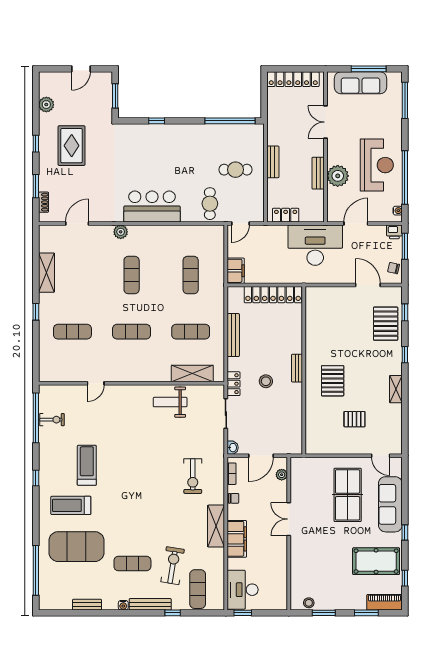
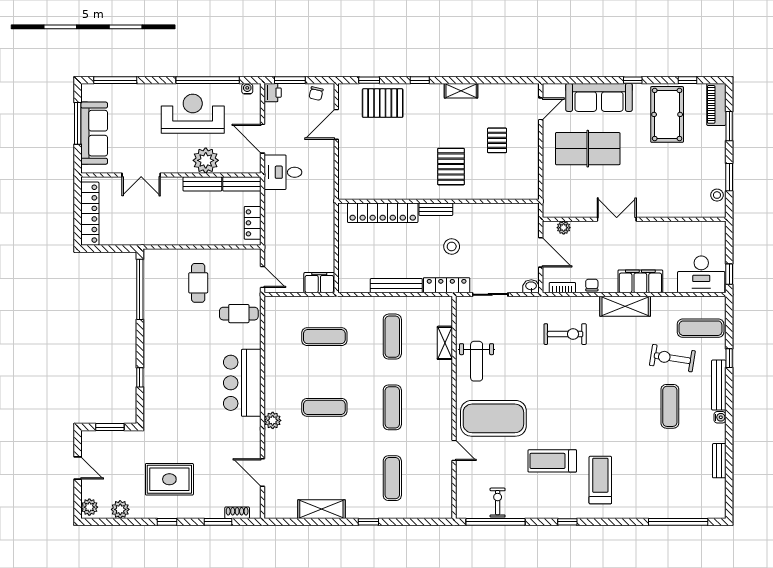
plant: (48, 79) -> (89, 507), added
bench: (273, 162) -> (242, 184), moved
desk: (315, 245) -> (283, 172), width x0.53, depth x0.77
locker: (273, 295) -> (383, 213), moved, turned 90
shelving: (192, 374) -> (445, 343), width x0.67, depth x0.75
pallet: (333, 381) -> (451, 167), turned 90
locker: (234, 384) -> (447, 285), width x1.53
treadmill: (71, 505) -> (600, 480), turned 180
double door: (289, 519) -> (617, 219), swing flipped
exercise mat: (77, 547) -> (493, 418), moved, turned 90

